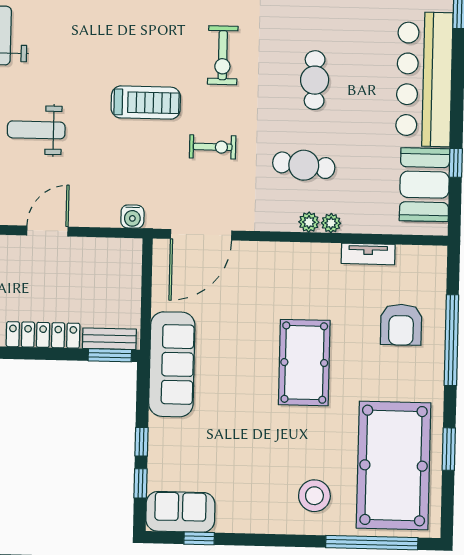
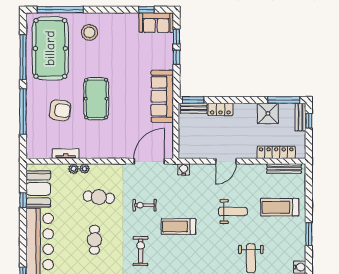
plant: (309, 222) -> (73, 169), moved
armchair: (401, 325) -> (60, 110), moved, turned 97
locker: (43, 335) -> (220, 109), width x0.66
window: (449, 449) -> (23, 57), width x2.11

